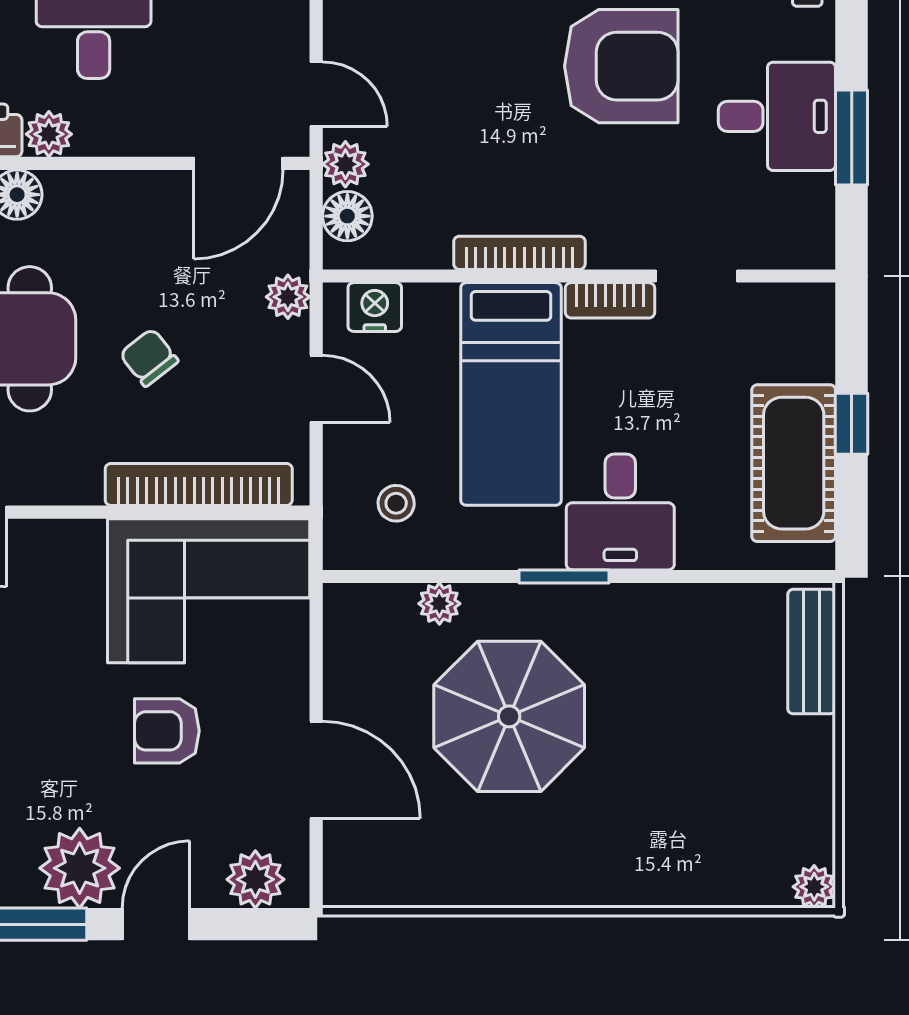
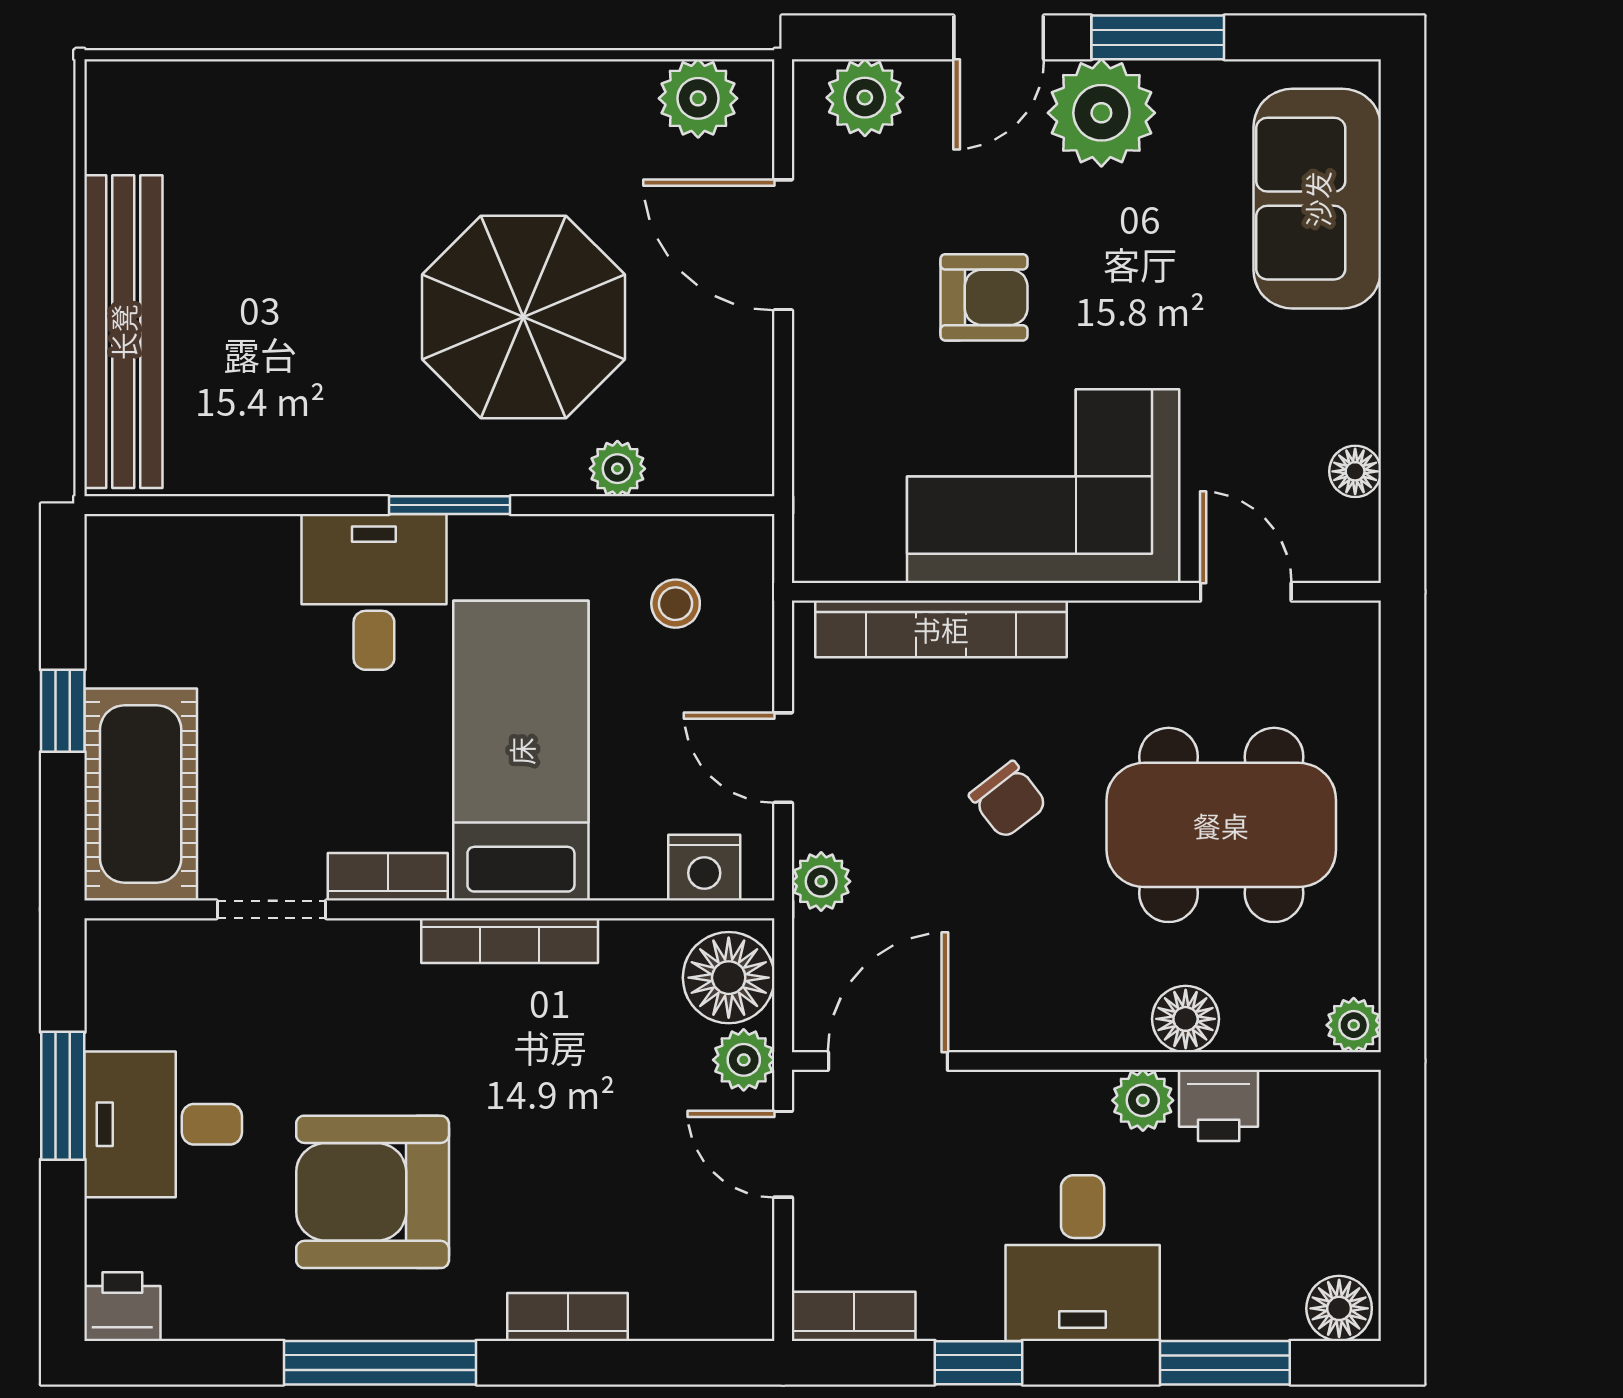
floor lamp: (347, 216) -> (729, 978), width x1.38, depth x1.38
cot: (794, 463) -> (141, 794), moved
corner sofa: (209, 591) -> (1043, 486), moved
bench: (812, 652) -> (123, 332), width x1.86, depth x1.21
plant: (814, 887) -> (698, 98), moved, width x1.38, depth x1.38

